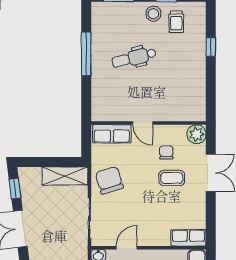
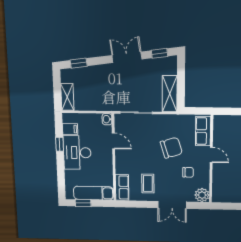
door: (143, 123) -> (211, 155), swing flipped
coffee table: (172, 178) -> (148, 184), moved
chair: (109, 180) -> (171, 148), moved

